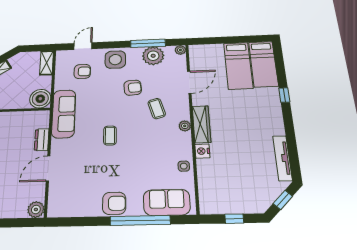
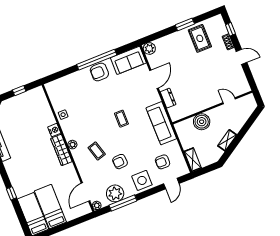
door: (189, 82) -> (86, 192), moved
boiler: (40, 99) -> (202, 122), moved
sofa: (167, 202) -> (128, 60), moved
window: (140, 220) -> (97, 60), moved

